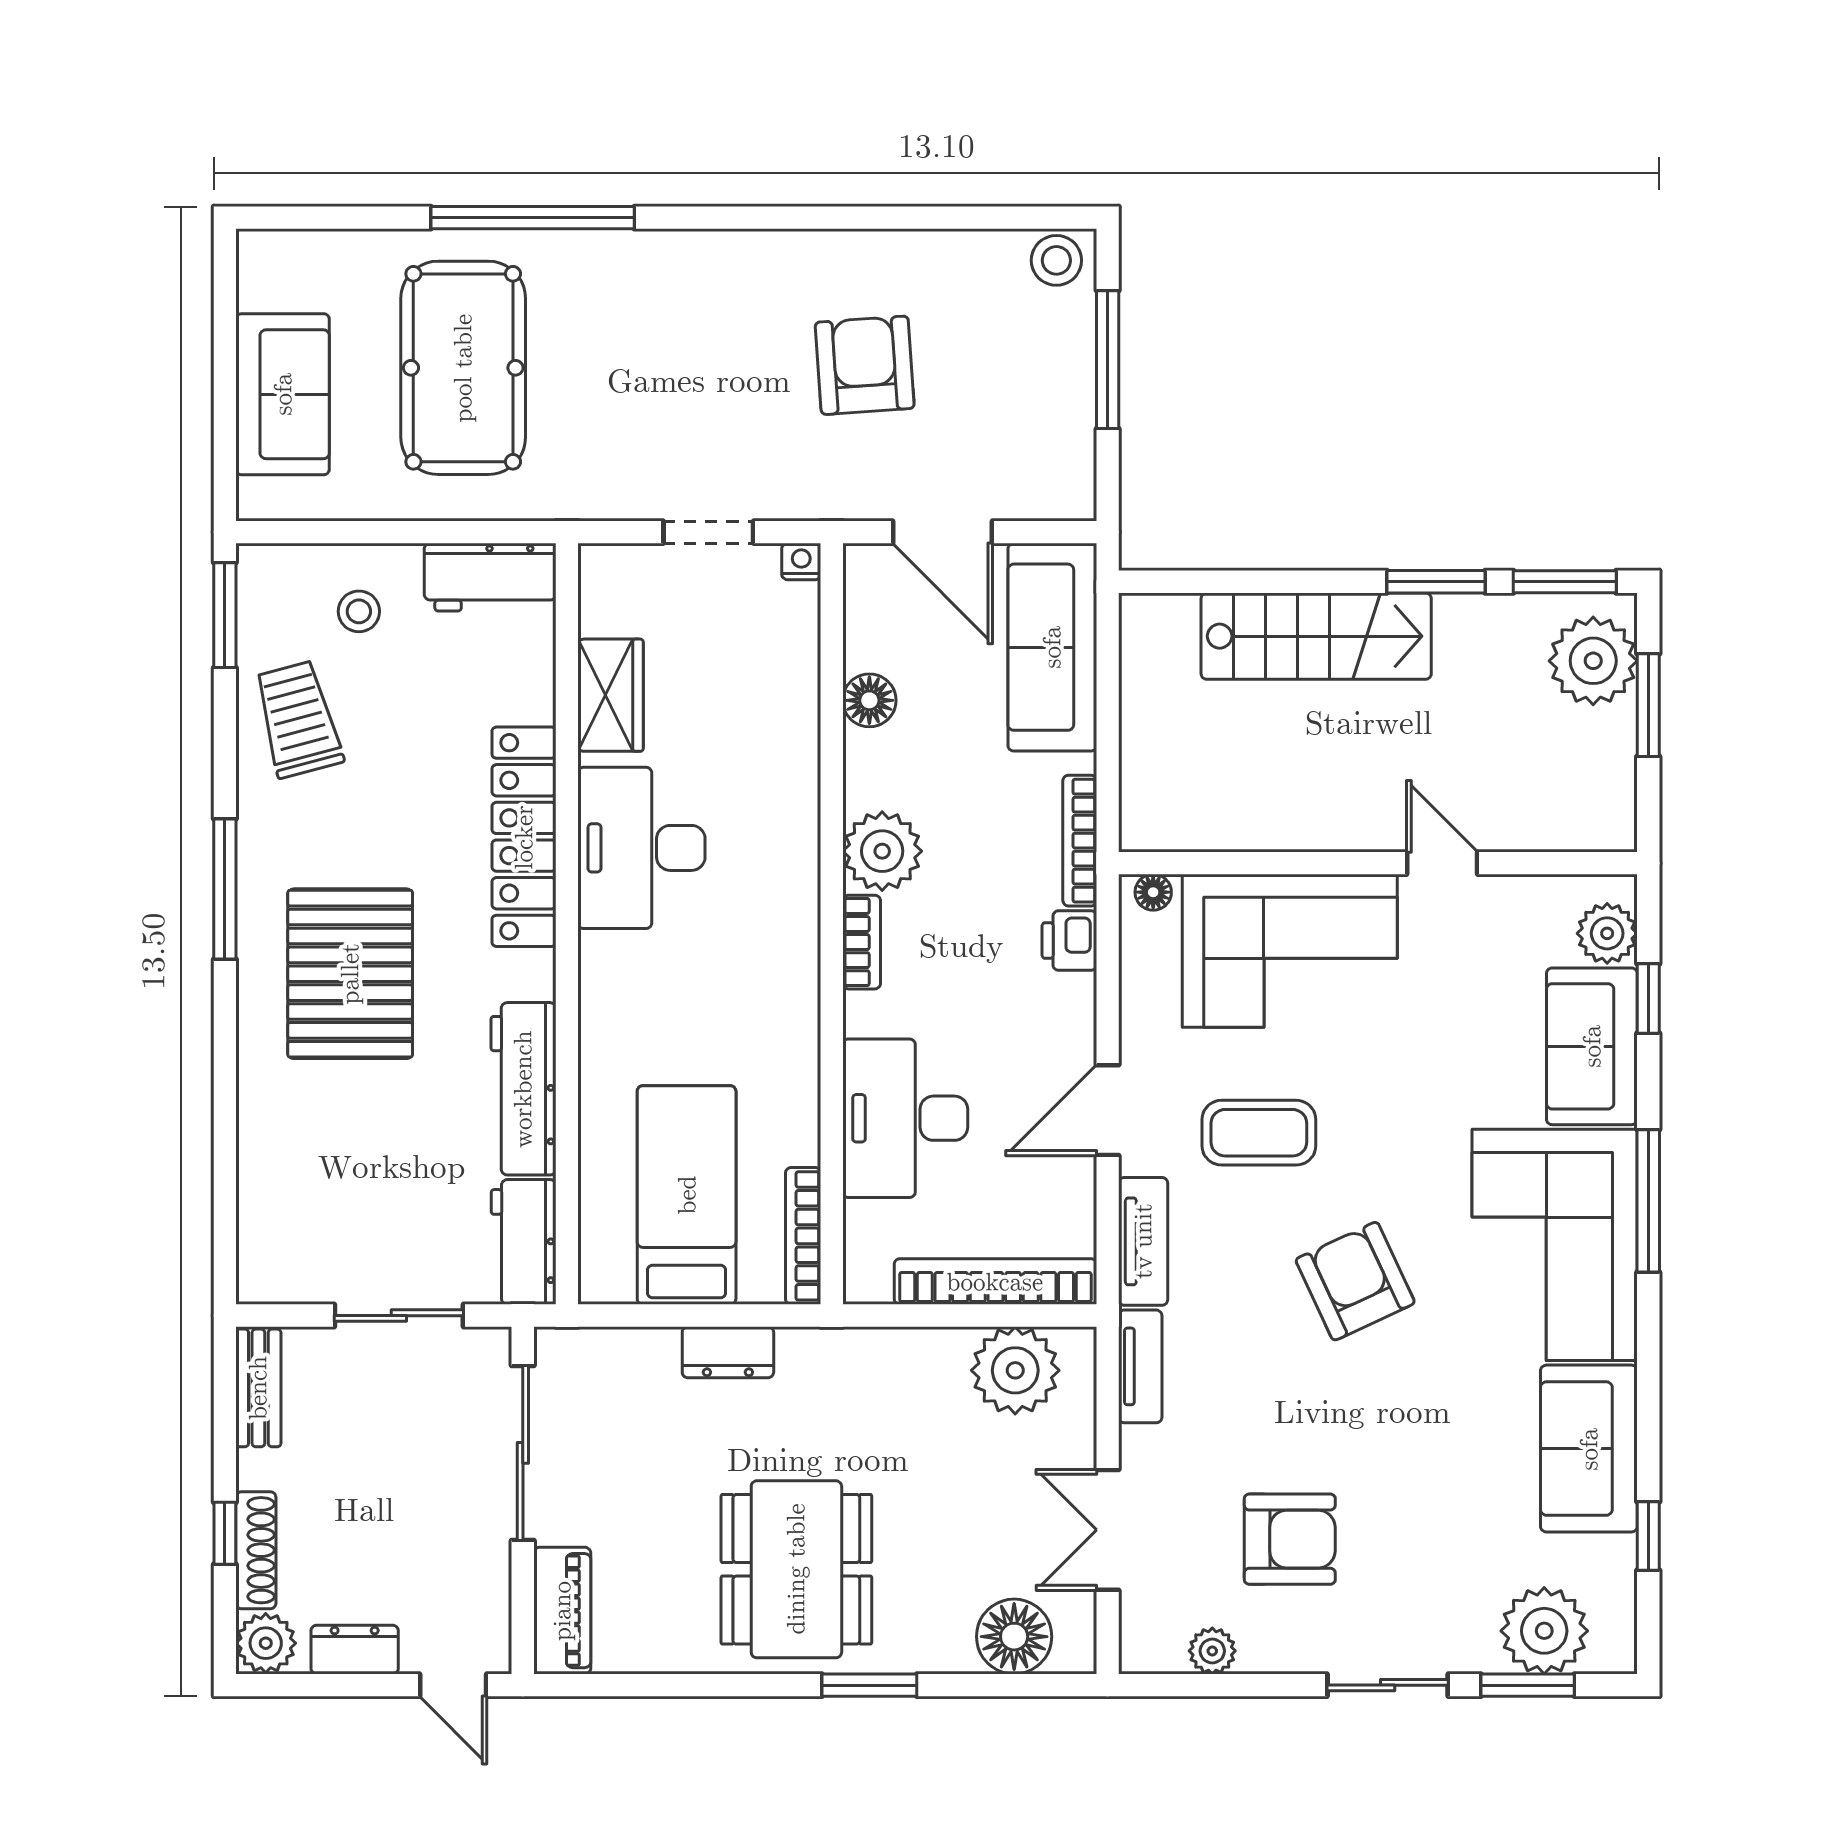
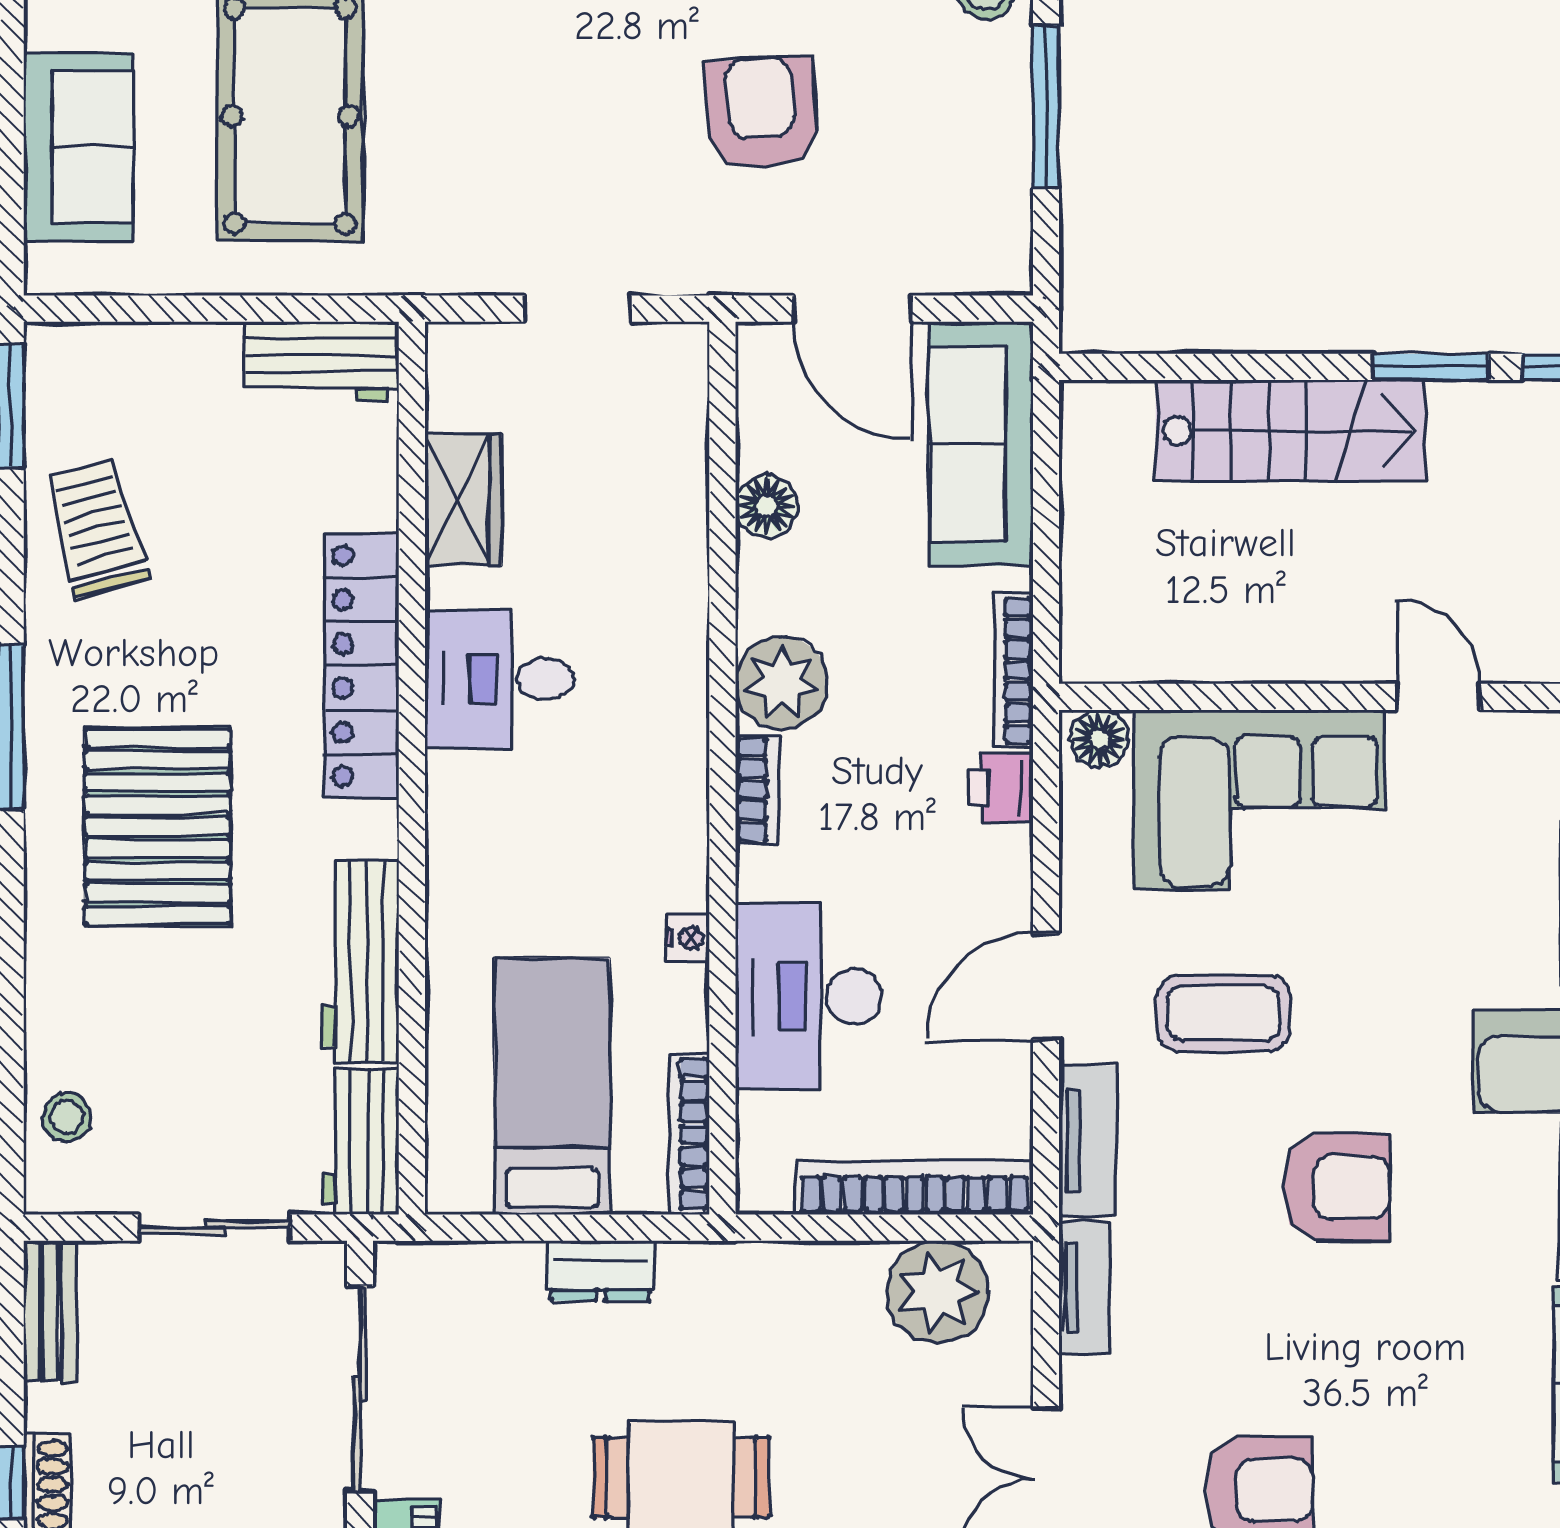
nightstand: (801, 561) -> (688, 938), moved, turned 90
stool: (359, 611) -> (67, 1117), moved
desk: (641, 848) -> (499, 679), width x0.73
floor lamp: (1153, 892) -> (1099, 739), width x1.37, depth x1.37
armchair: (1355, 1281) -> (1336, 1187), turned 115

